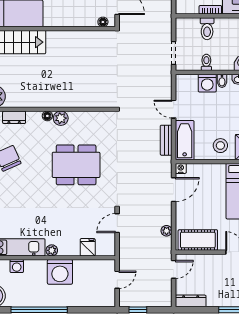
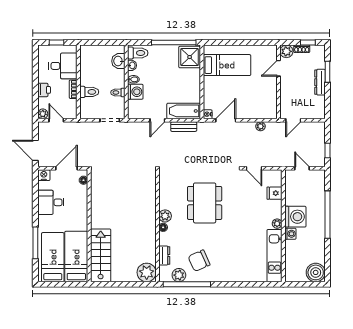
stool: (220, 146) -> (188, 81), removed
door: (174, 190) -> (226, 120), hinge flipped
cot: (198, 240) -> (268, 100), removed
washing machine: (17, 266) -> (290, 234), moved
door: (174, 269) -> (293, 120), swing flipped
dresser: (191, 301) -> (320, 82), moved
window: (39, 310) -> (327, 215), moved

